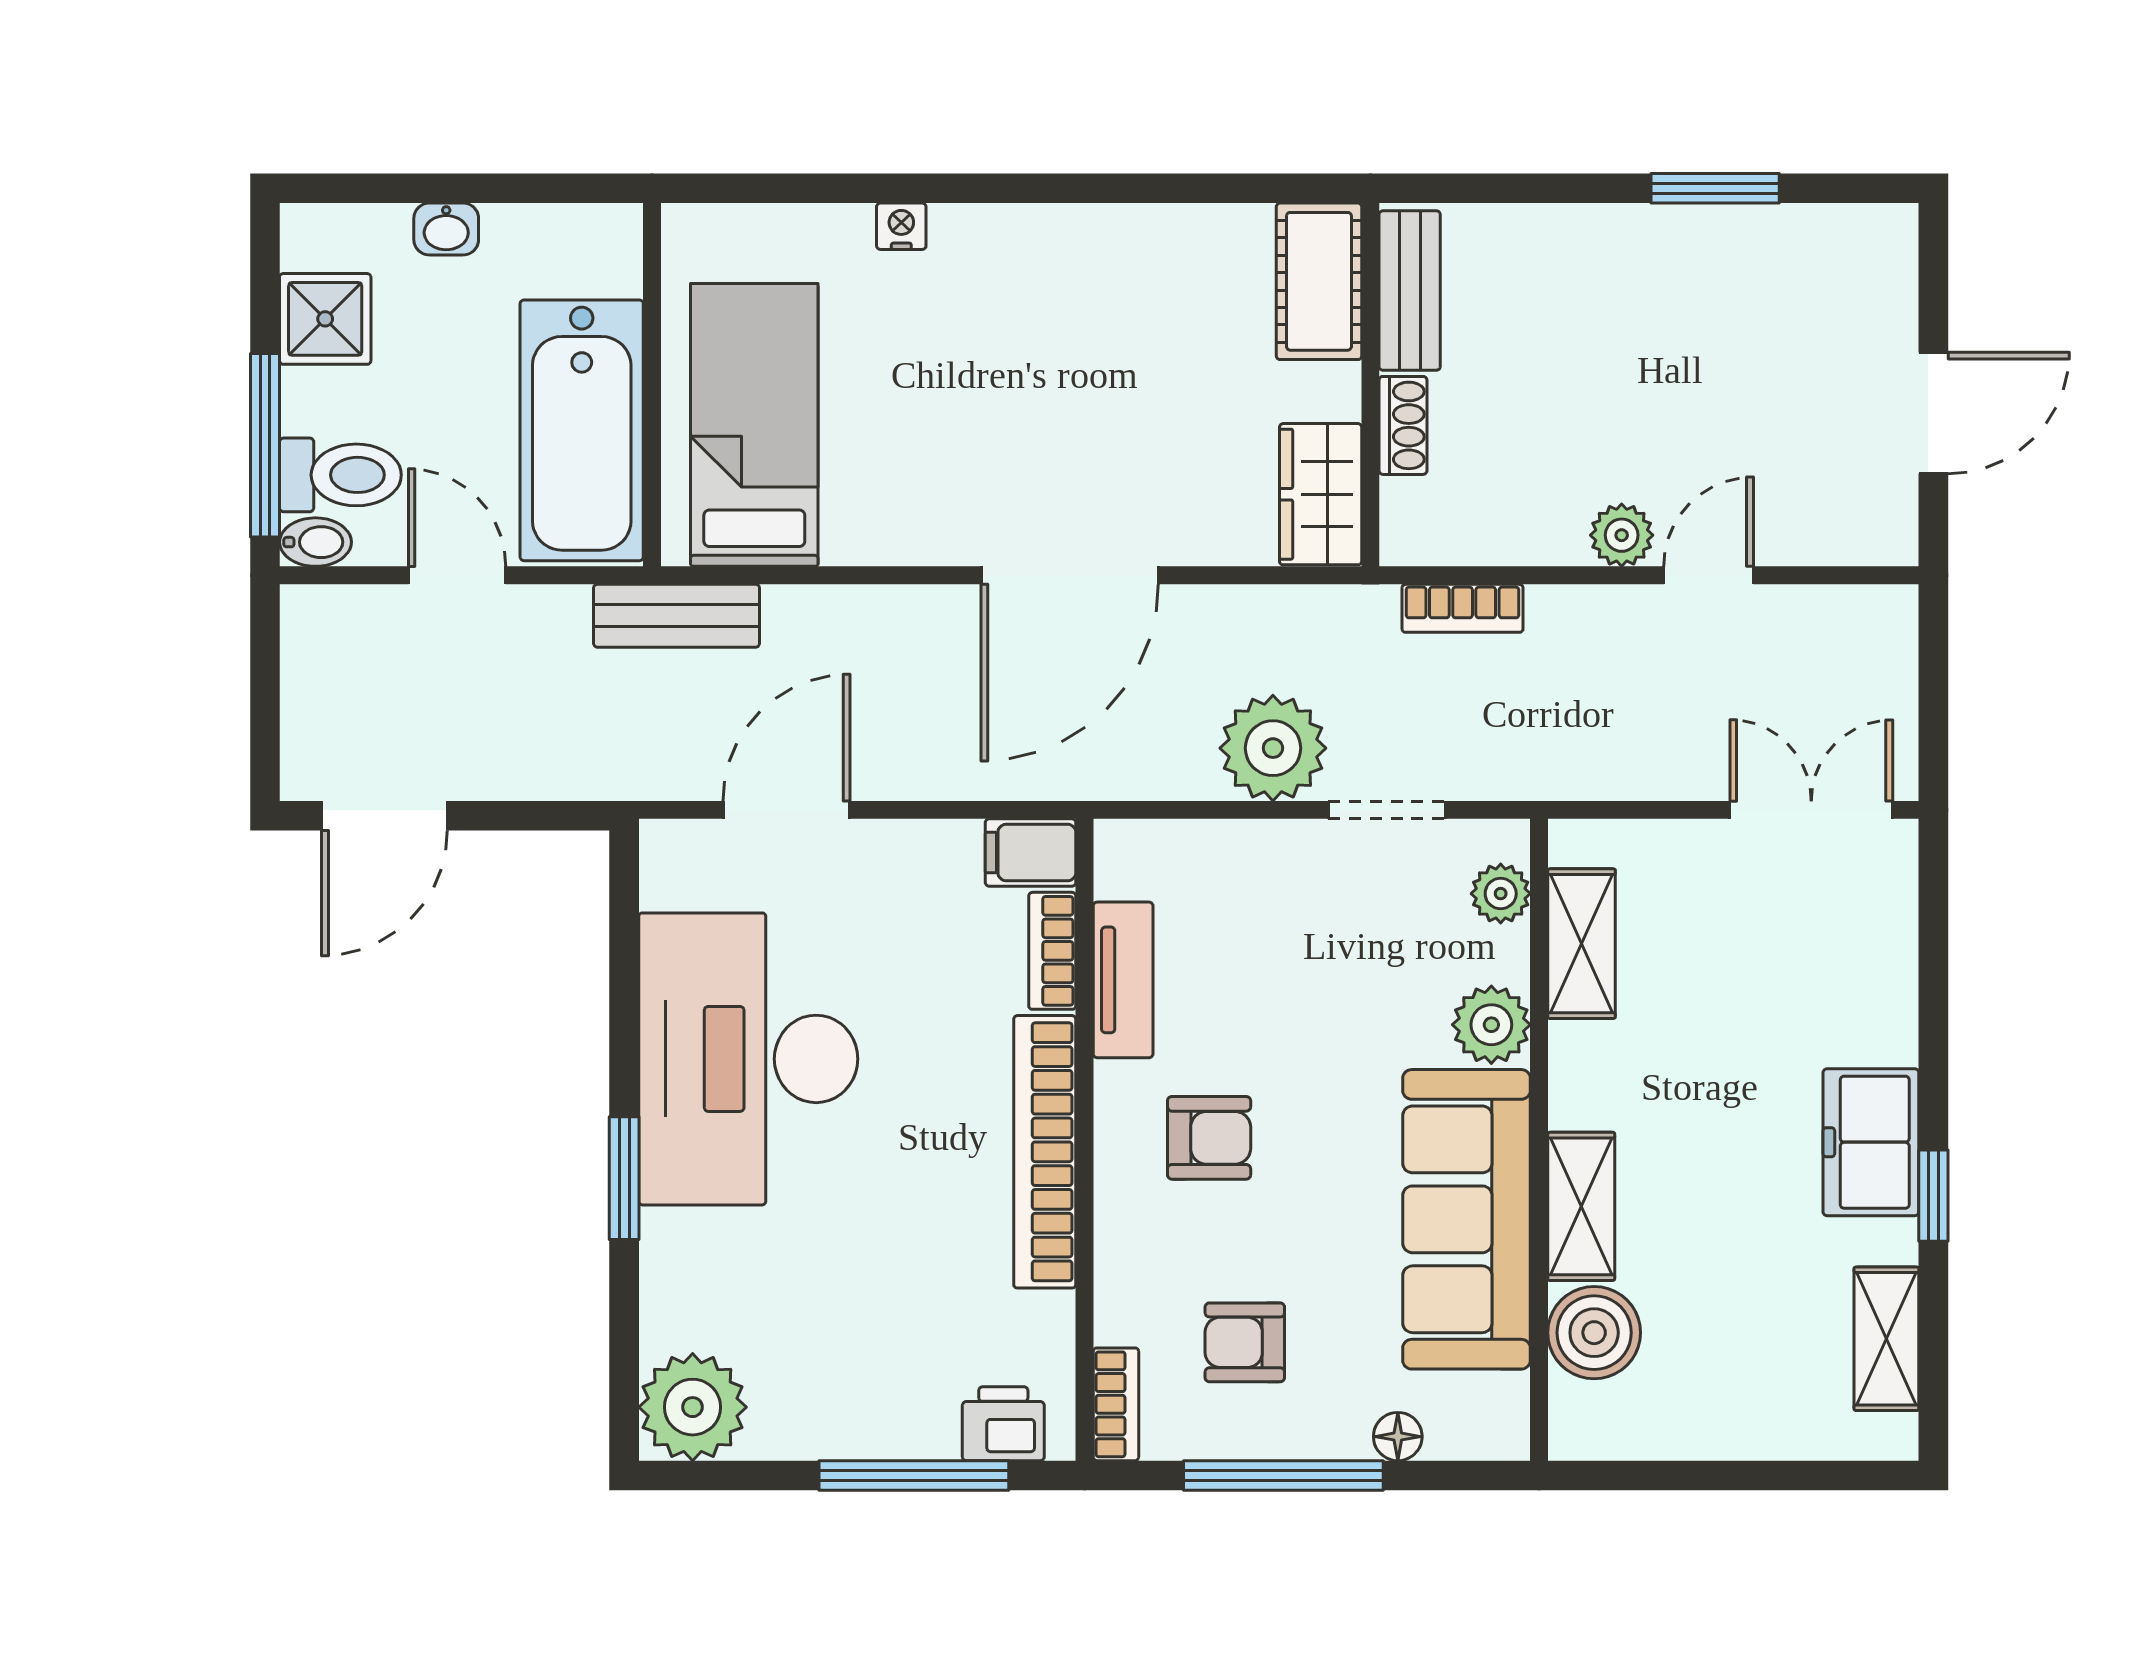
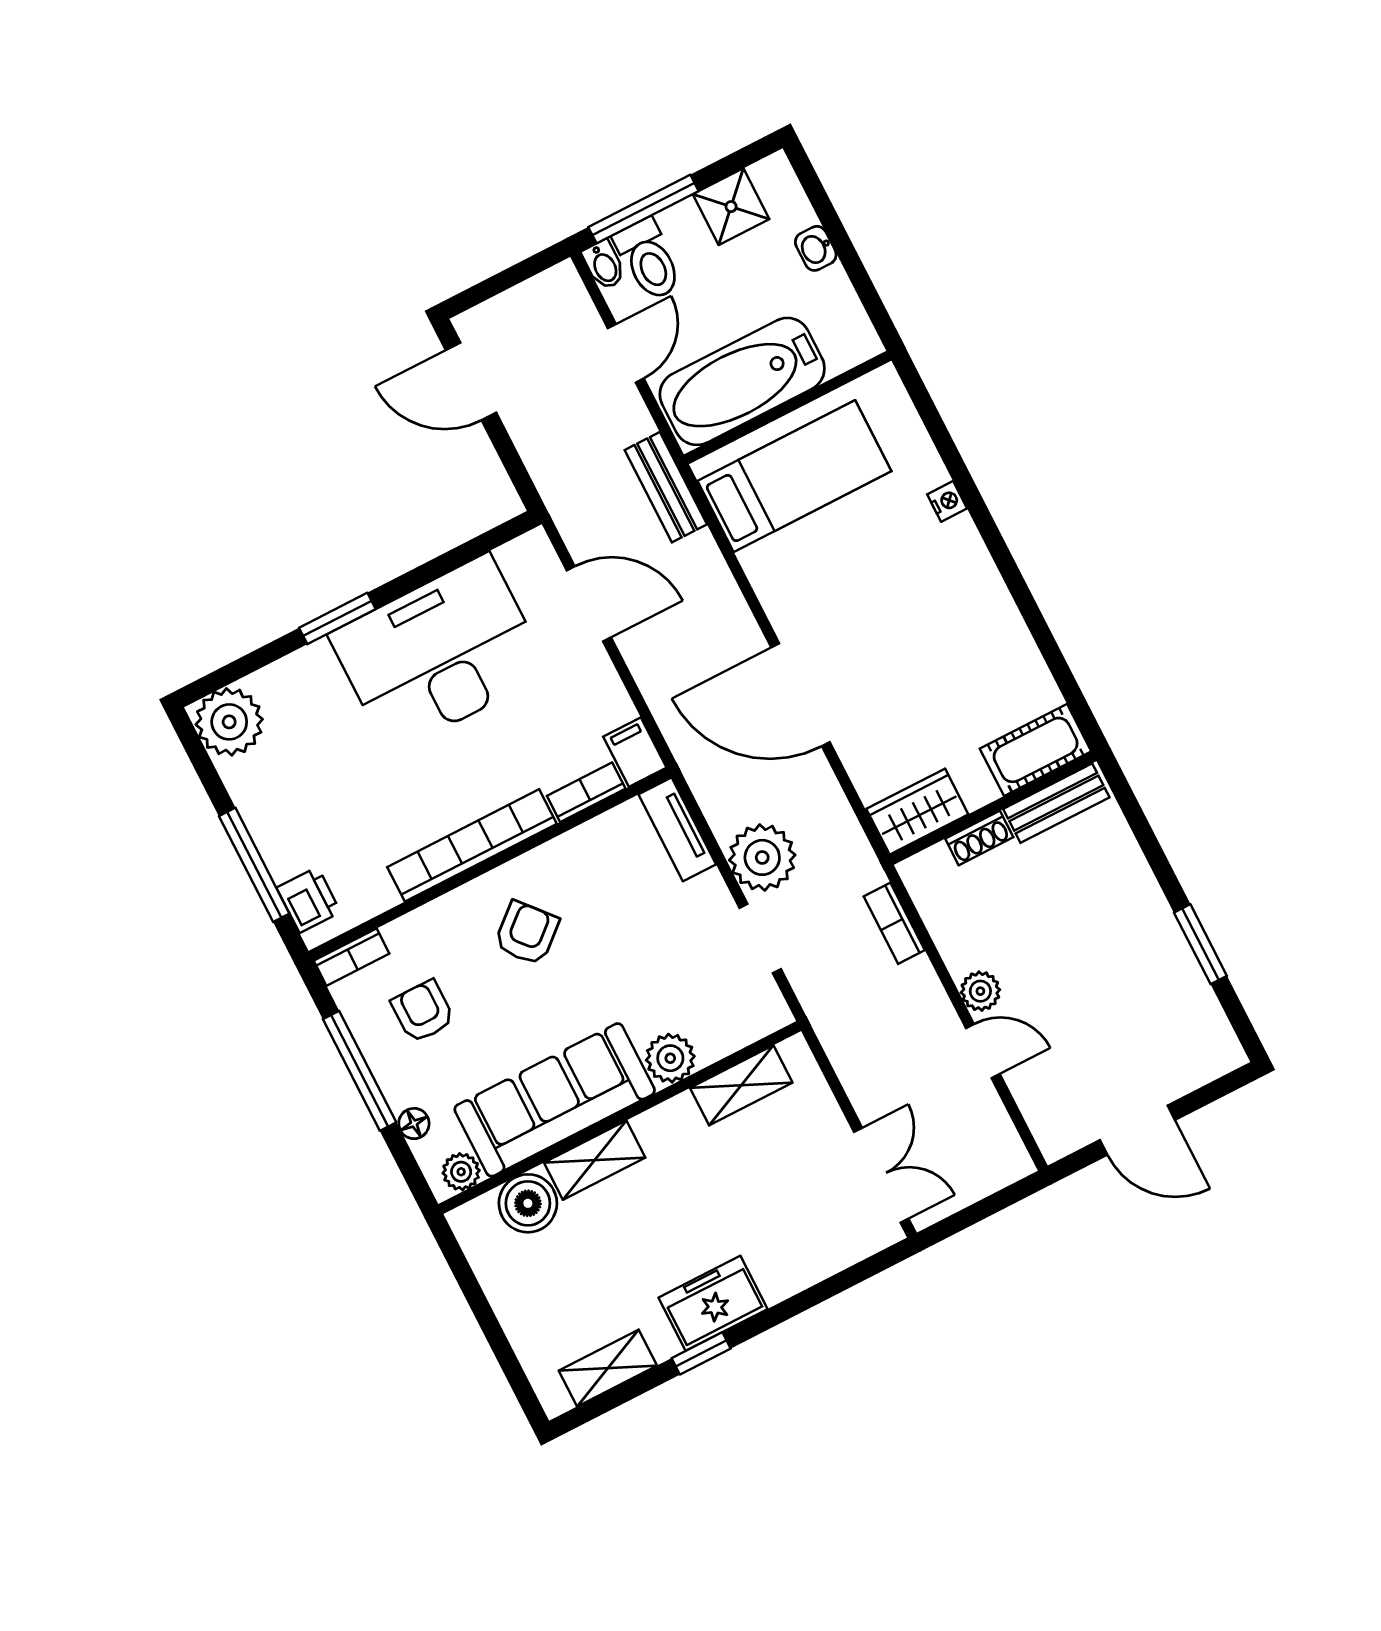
plant: (1501, 894) -> (461, 1172), moved
tv unit: (1123, 980) -> (677, 829), moved, turned 90
armchair: (1209, 1138) -> (527, 933), turned -131

